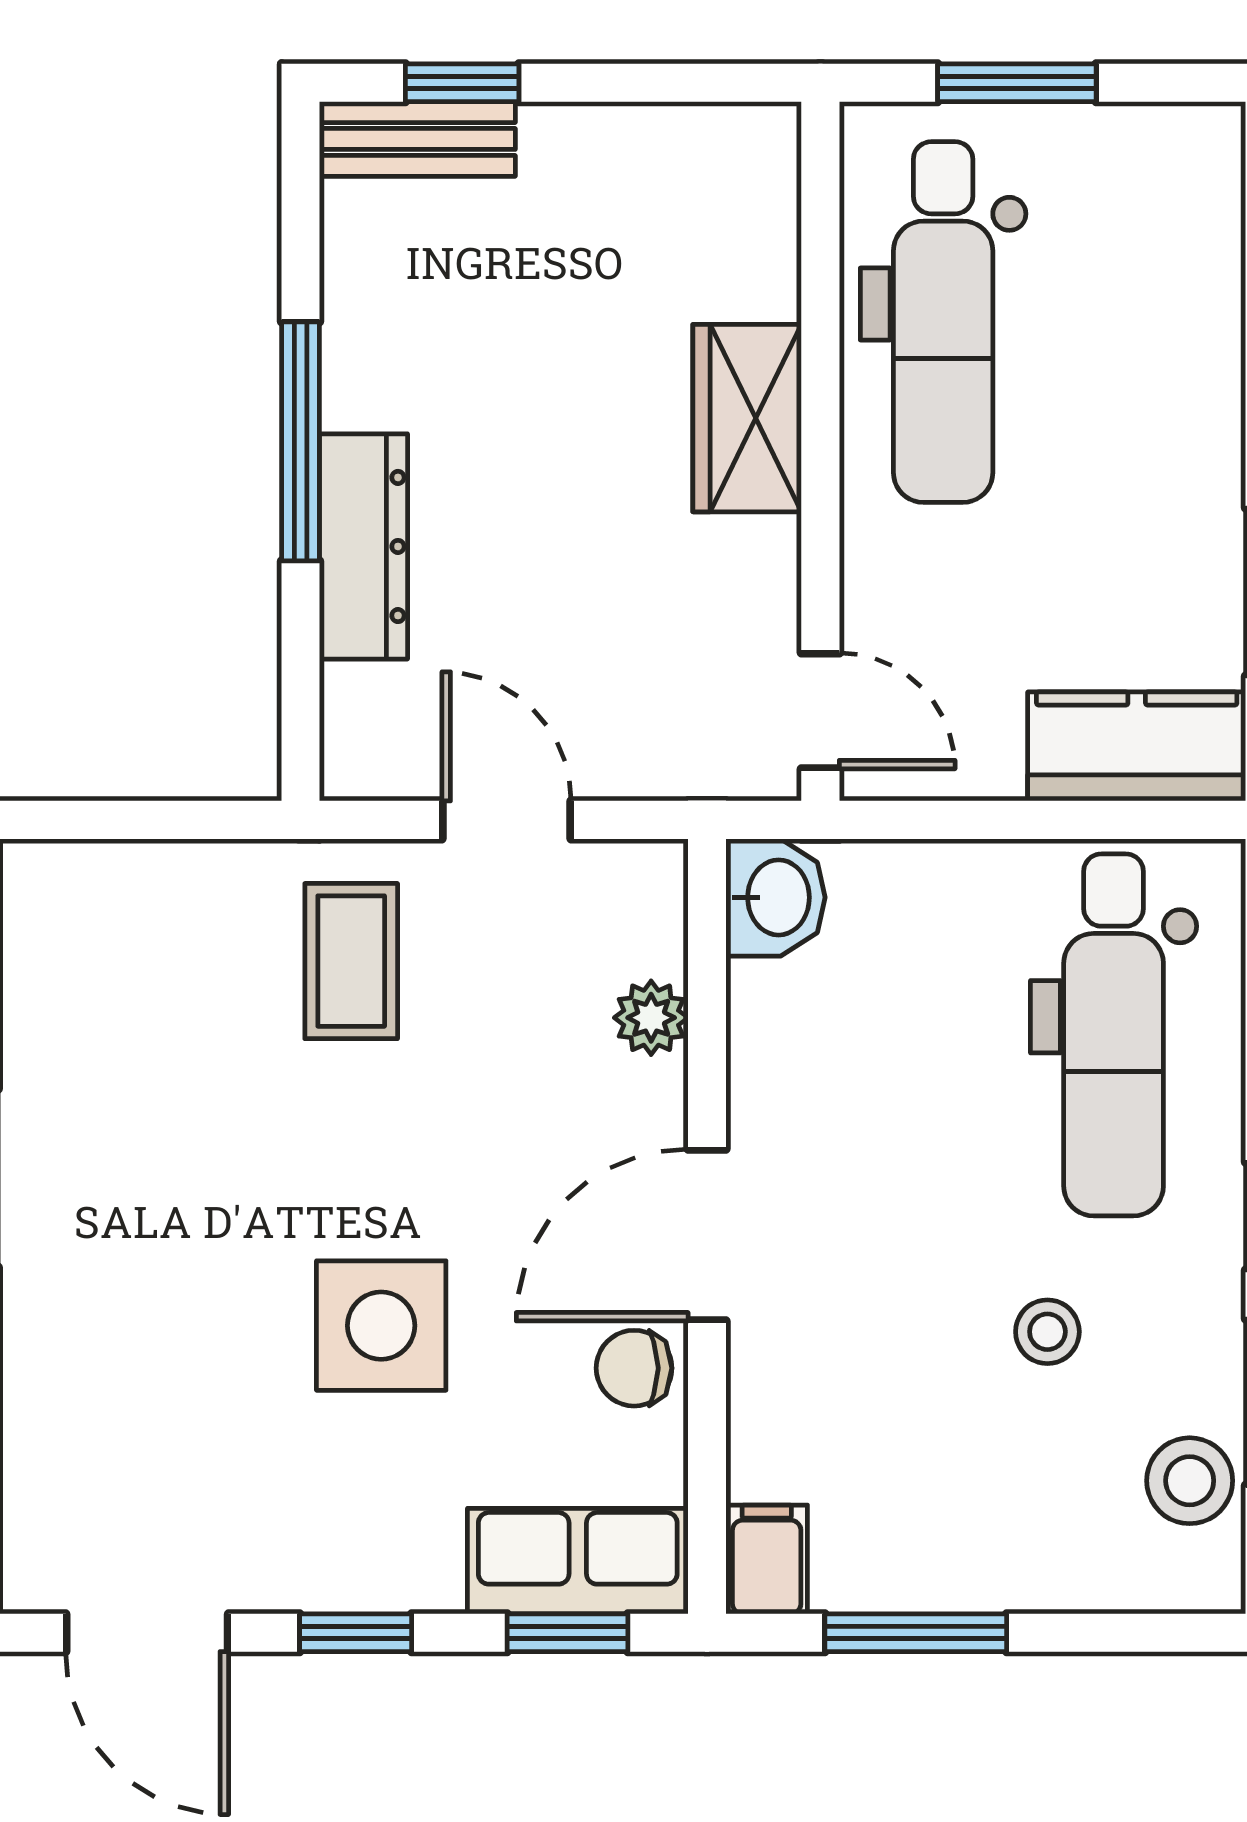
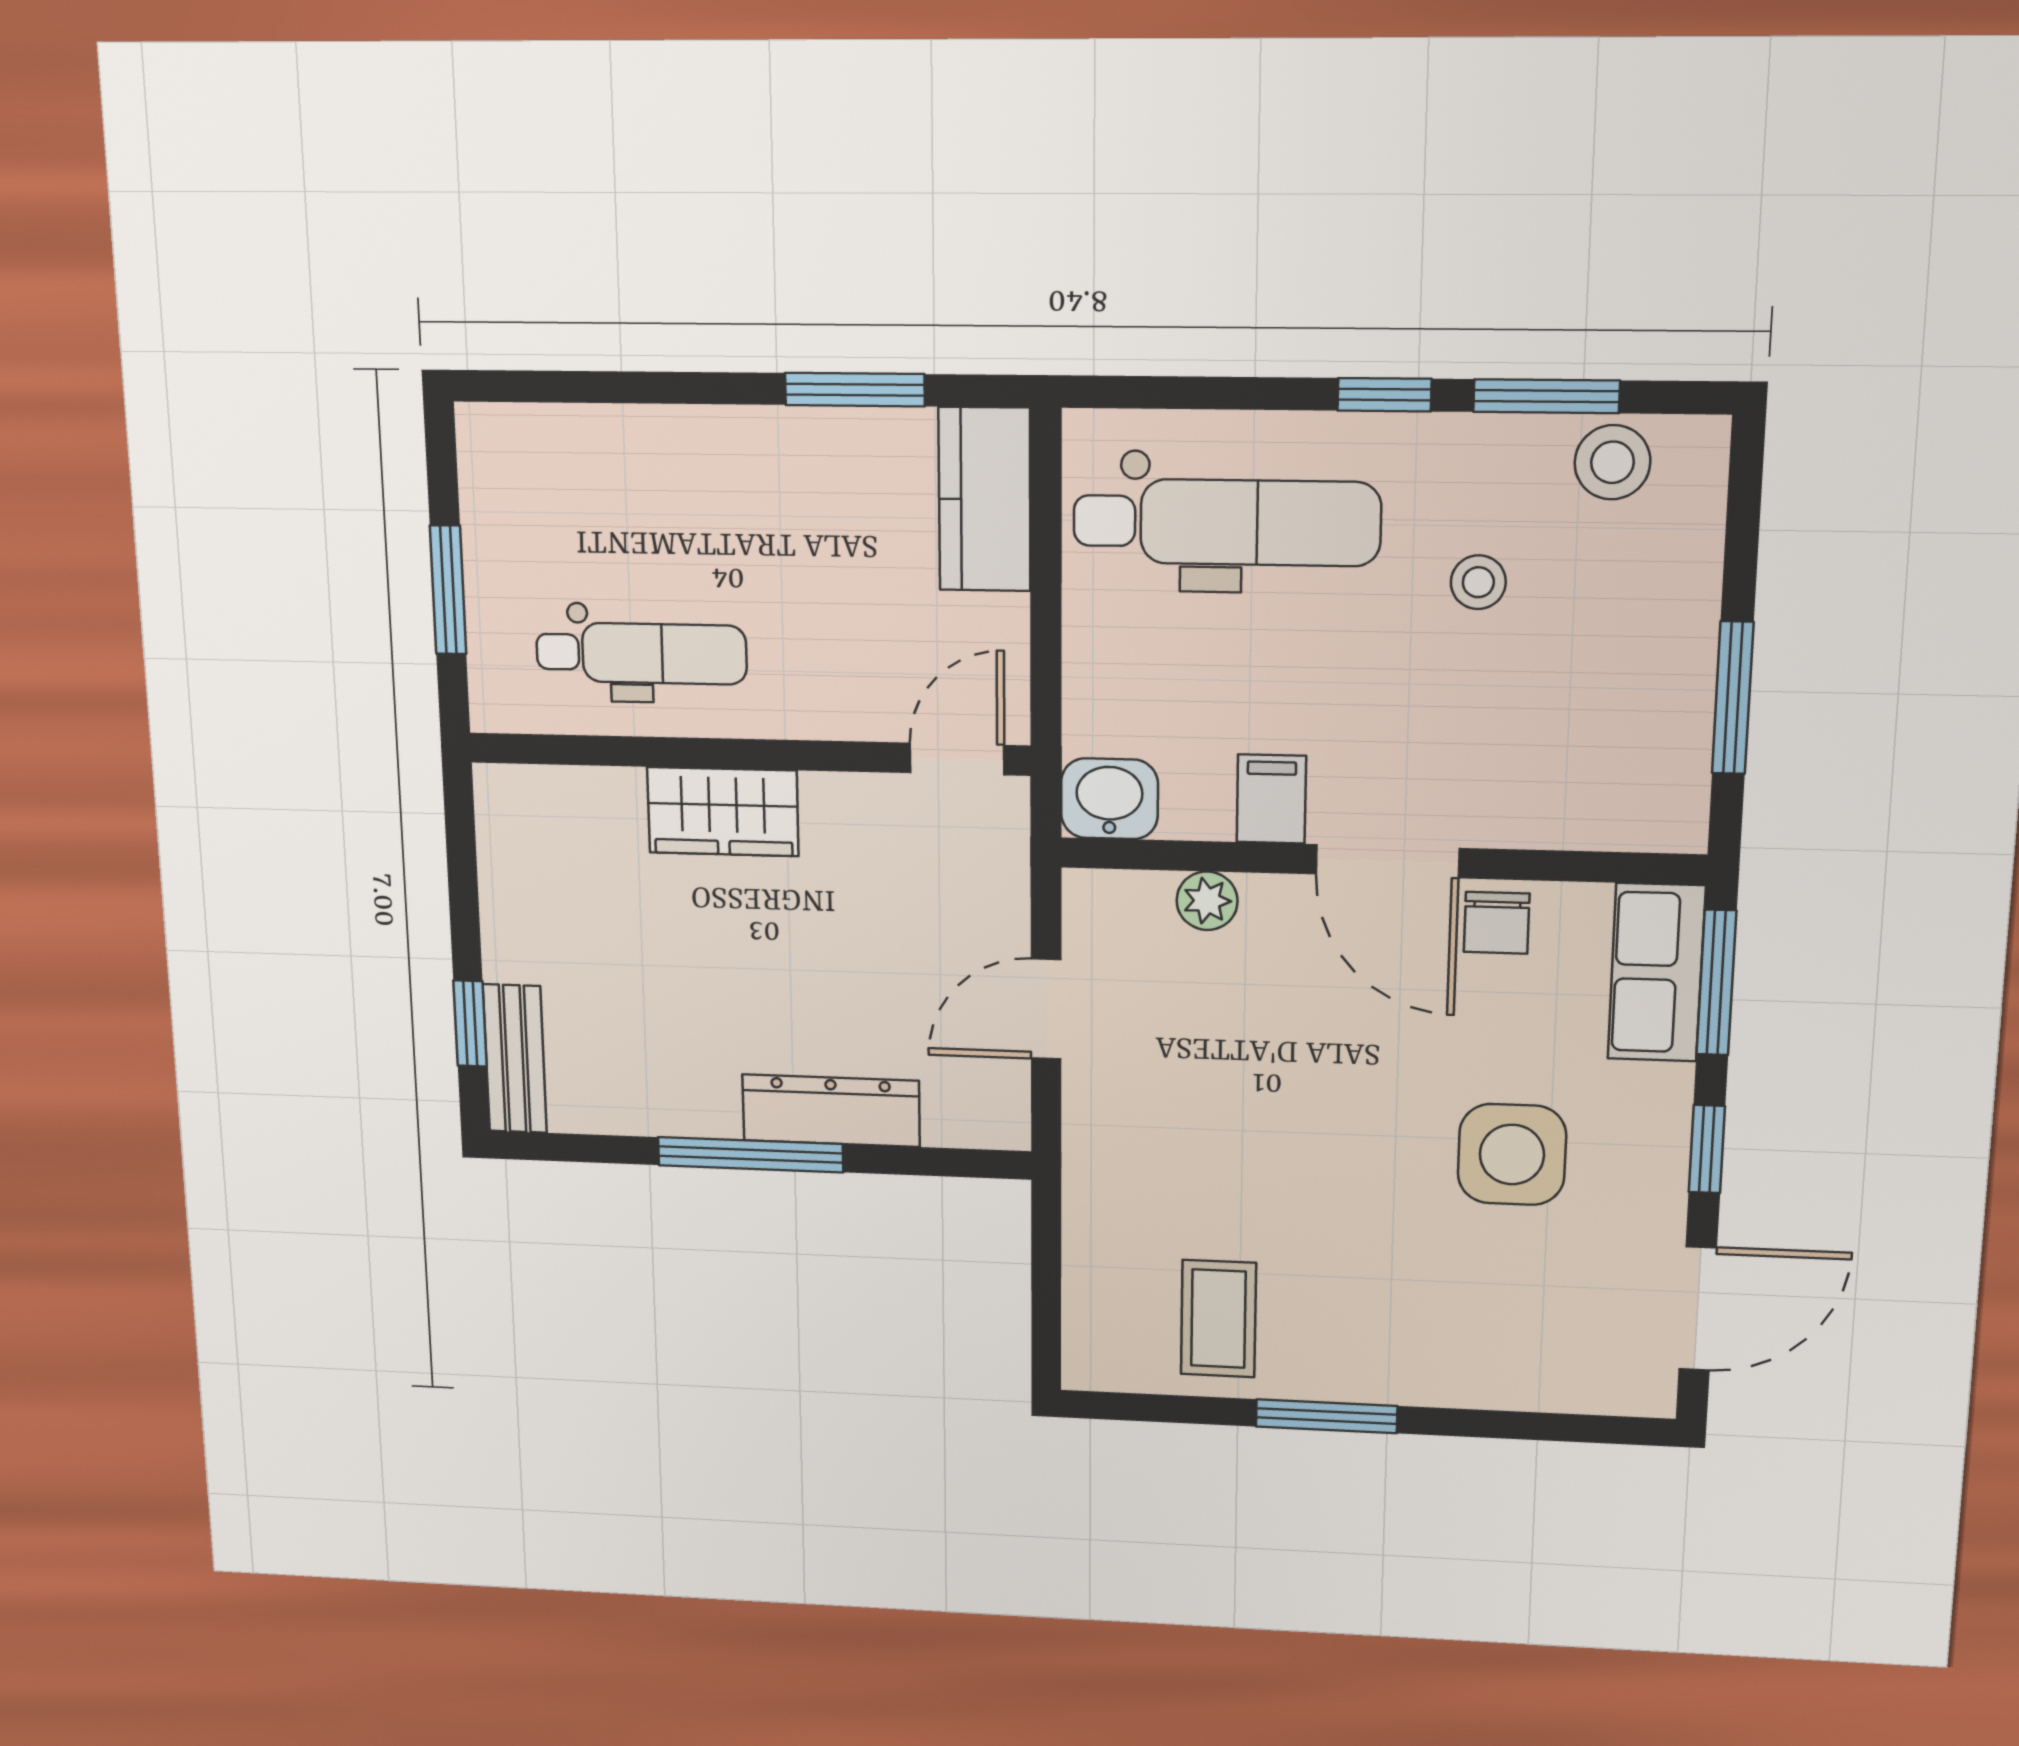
dental chair: (943, 322) -> (641, 653), width x0.73, depth x0.72
coffee table: (351, 961) -> (1218, 1319), moved, turned 90
side table: (381, 1326) -> (1512, 1154), moved
filing cabinet: (767, 1559) -> (1271, 799), moved, turned 90
window: (567, 1633) -> (1716, 983), width x1.50

